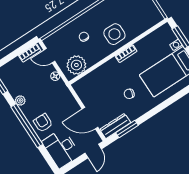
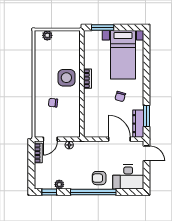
plant: (76, 65) -> (71, 123), removed
plant: (20, 101) -> (59, 184), moved
door: (90, 118) -> (119, 139), swing flipped

